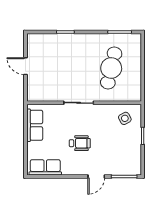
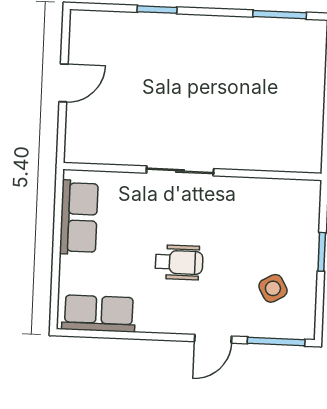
door: (25, 66) -> (64, 83), swing flipped
cafe table: (111, 68) -> (257, 95), removed
side table: (125, 118) -> (273, 288), moved

